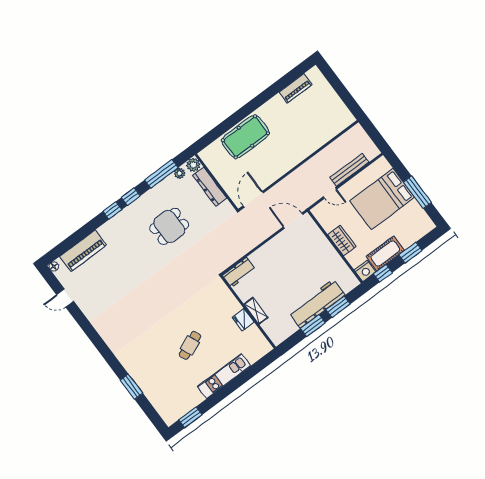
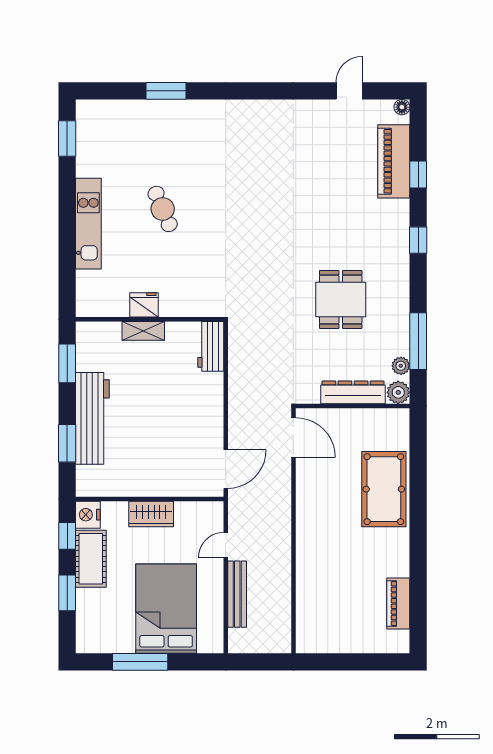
window: (131, 197) -> (418, 174), moved
window: (313, 326) -> (67, 363), moved

